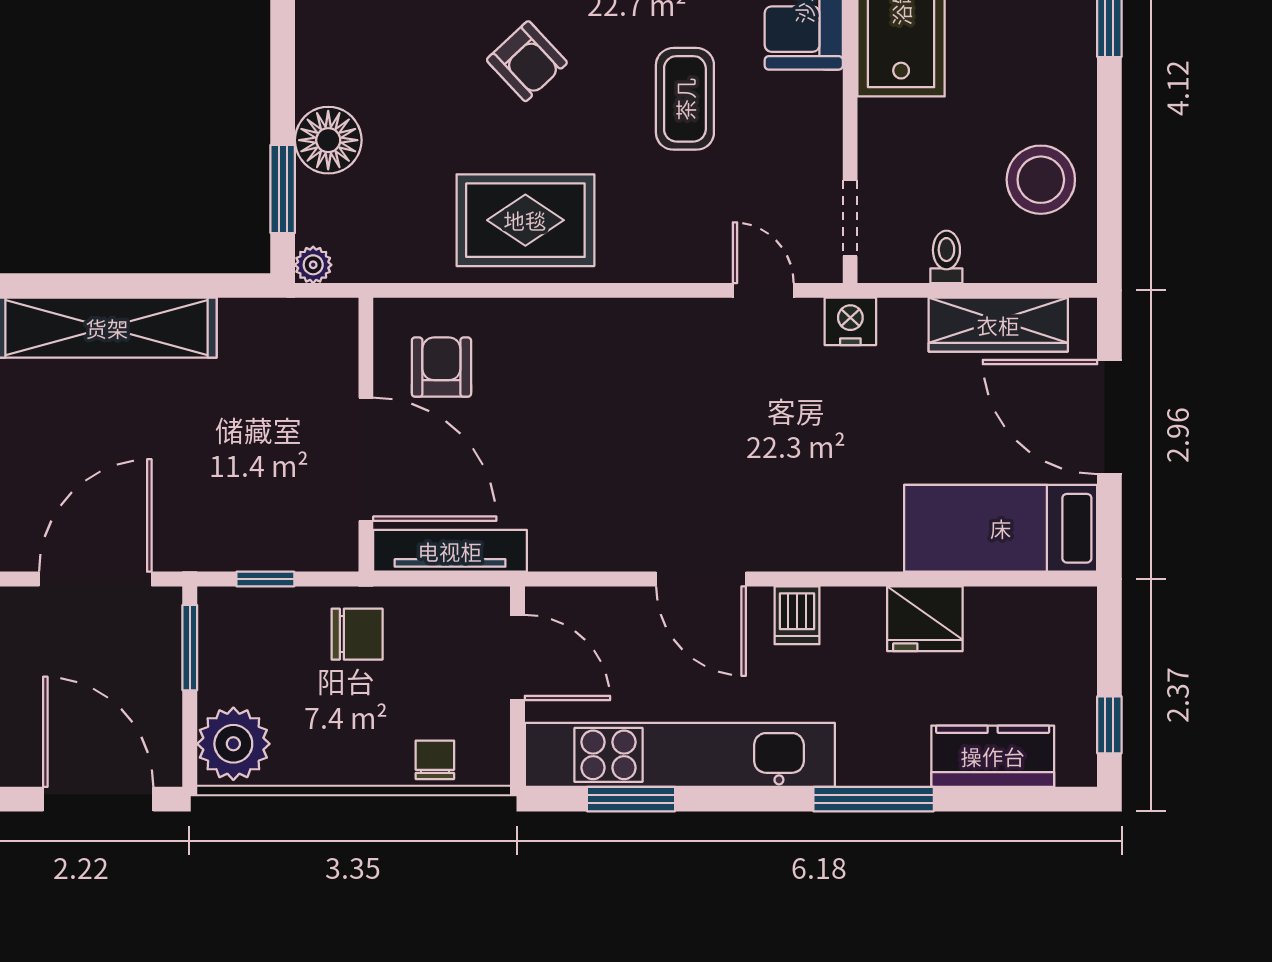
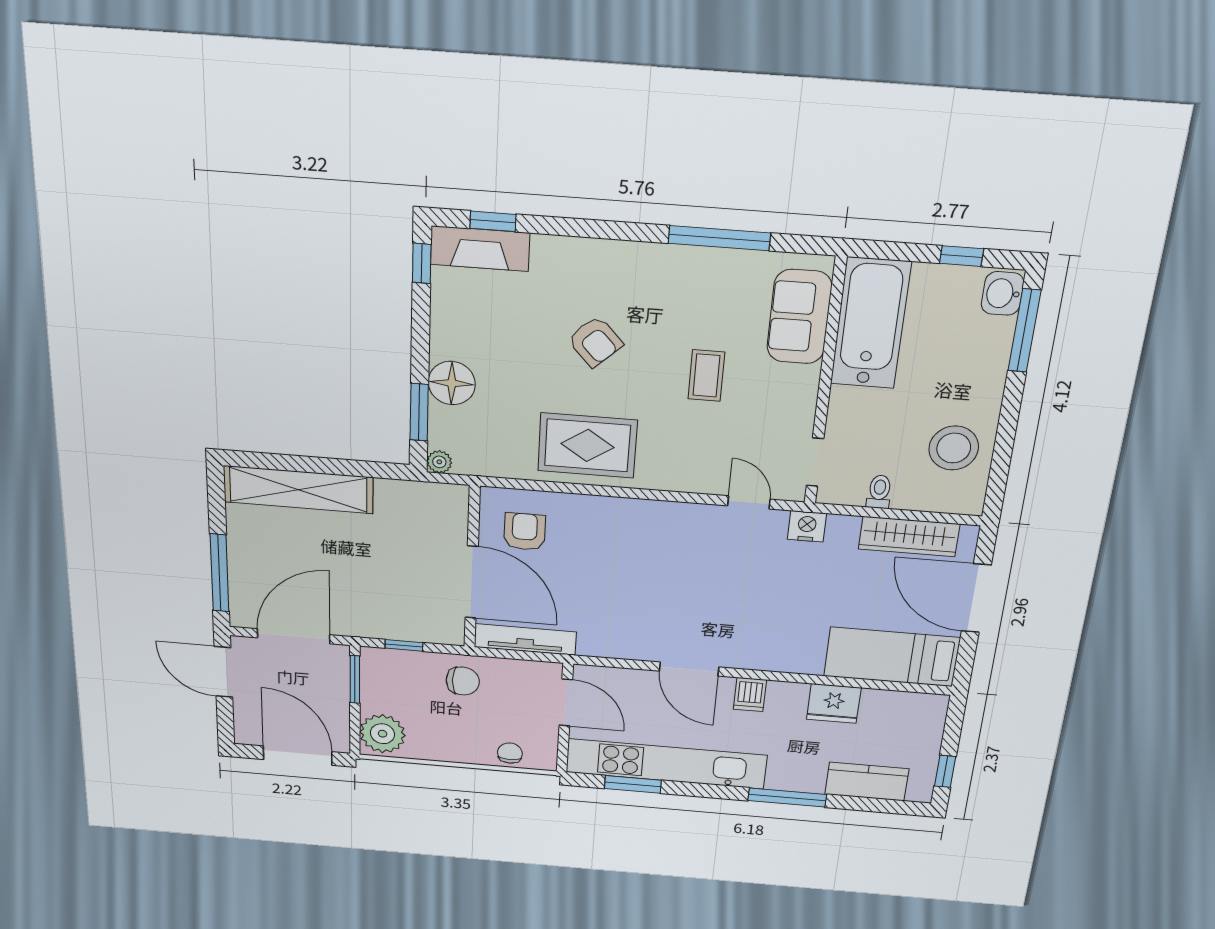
coffee table: (685, 99) -> (706, 375), width x0.73, depth x0.77

